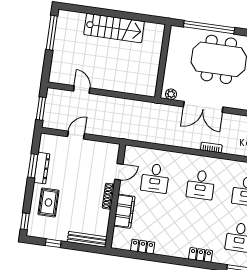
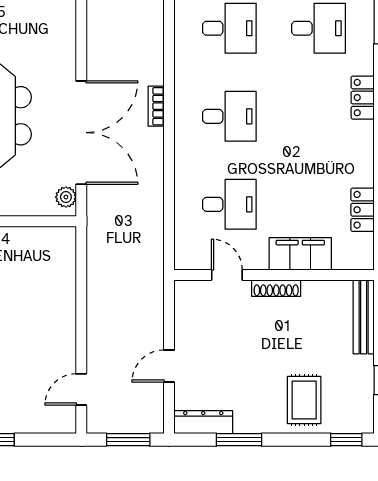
door: (82, 90) -> (81, 389), moved
double door: (203, 107) -> (81, 133), width x1.36
door: (76, 135) -> (169, 366), hinge flipped
dresser: (42, 168) -> (203, 422), moved
rug: (48, 202) -> (304, 400), turned 90

